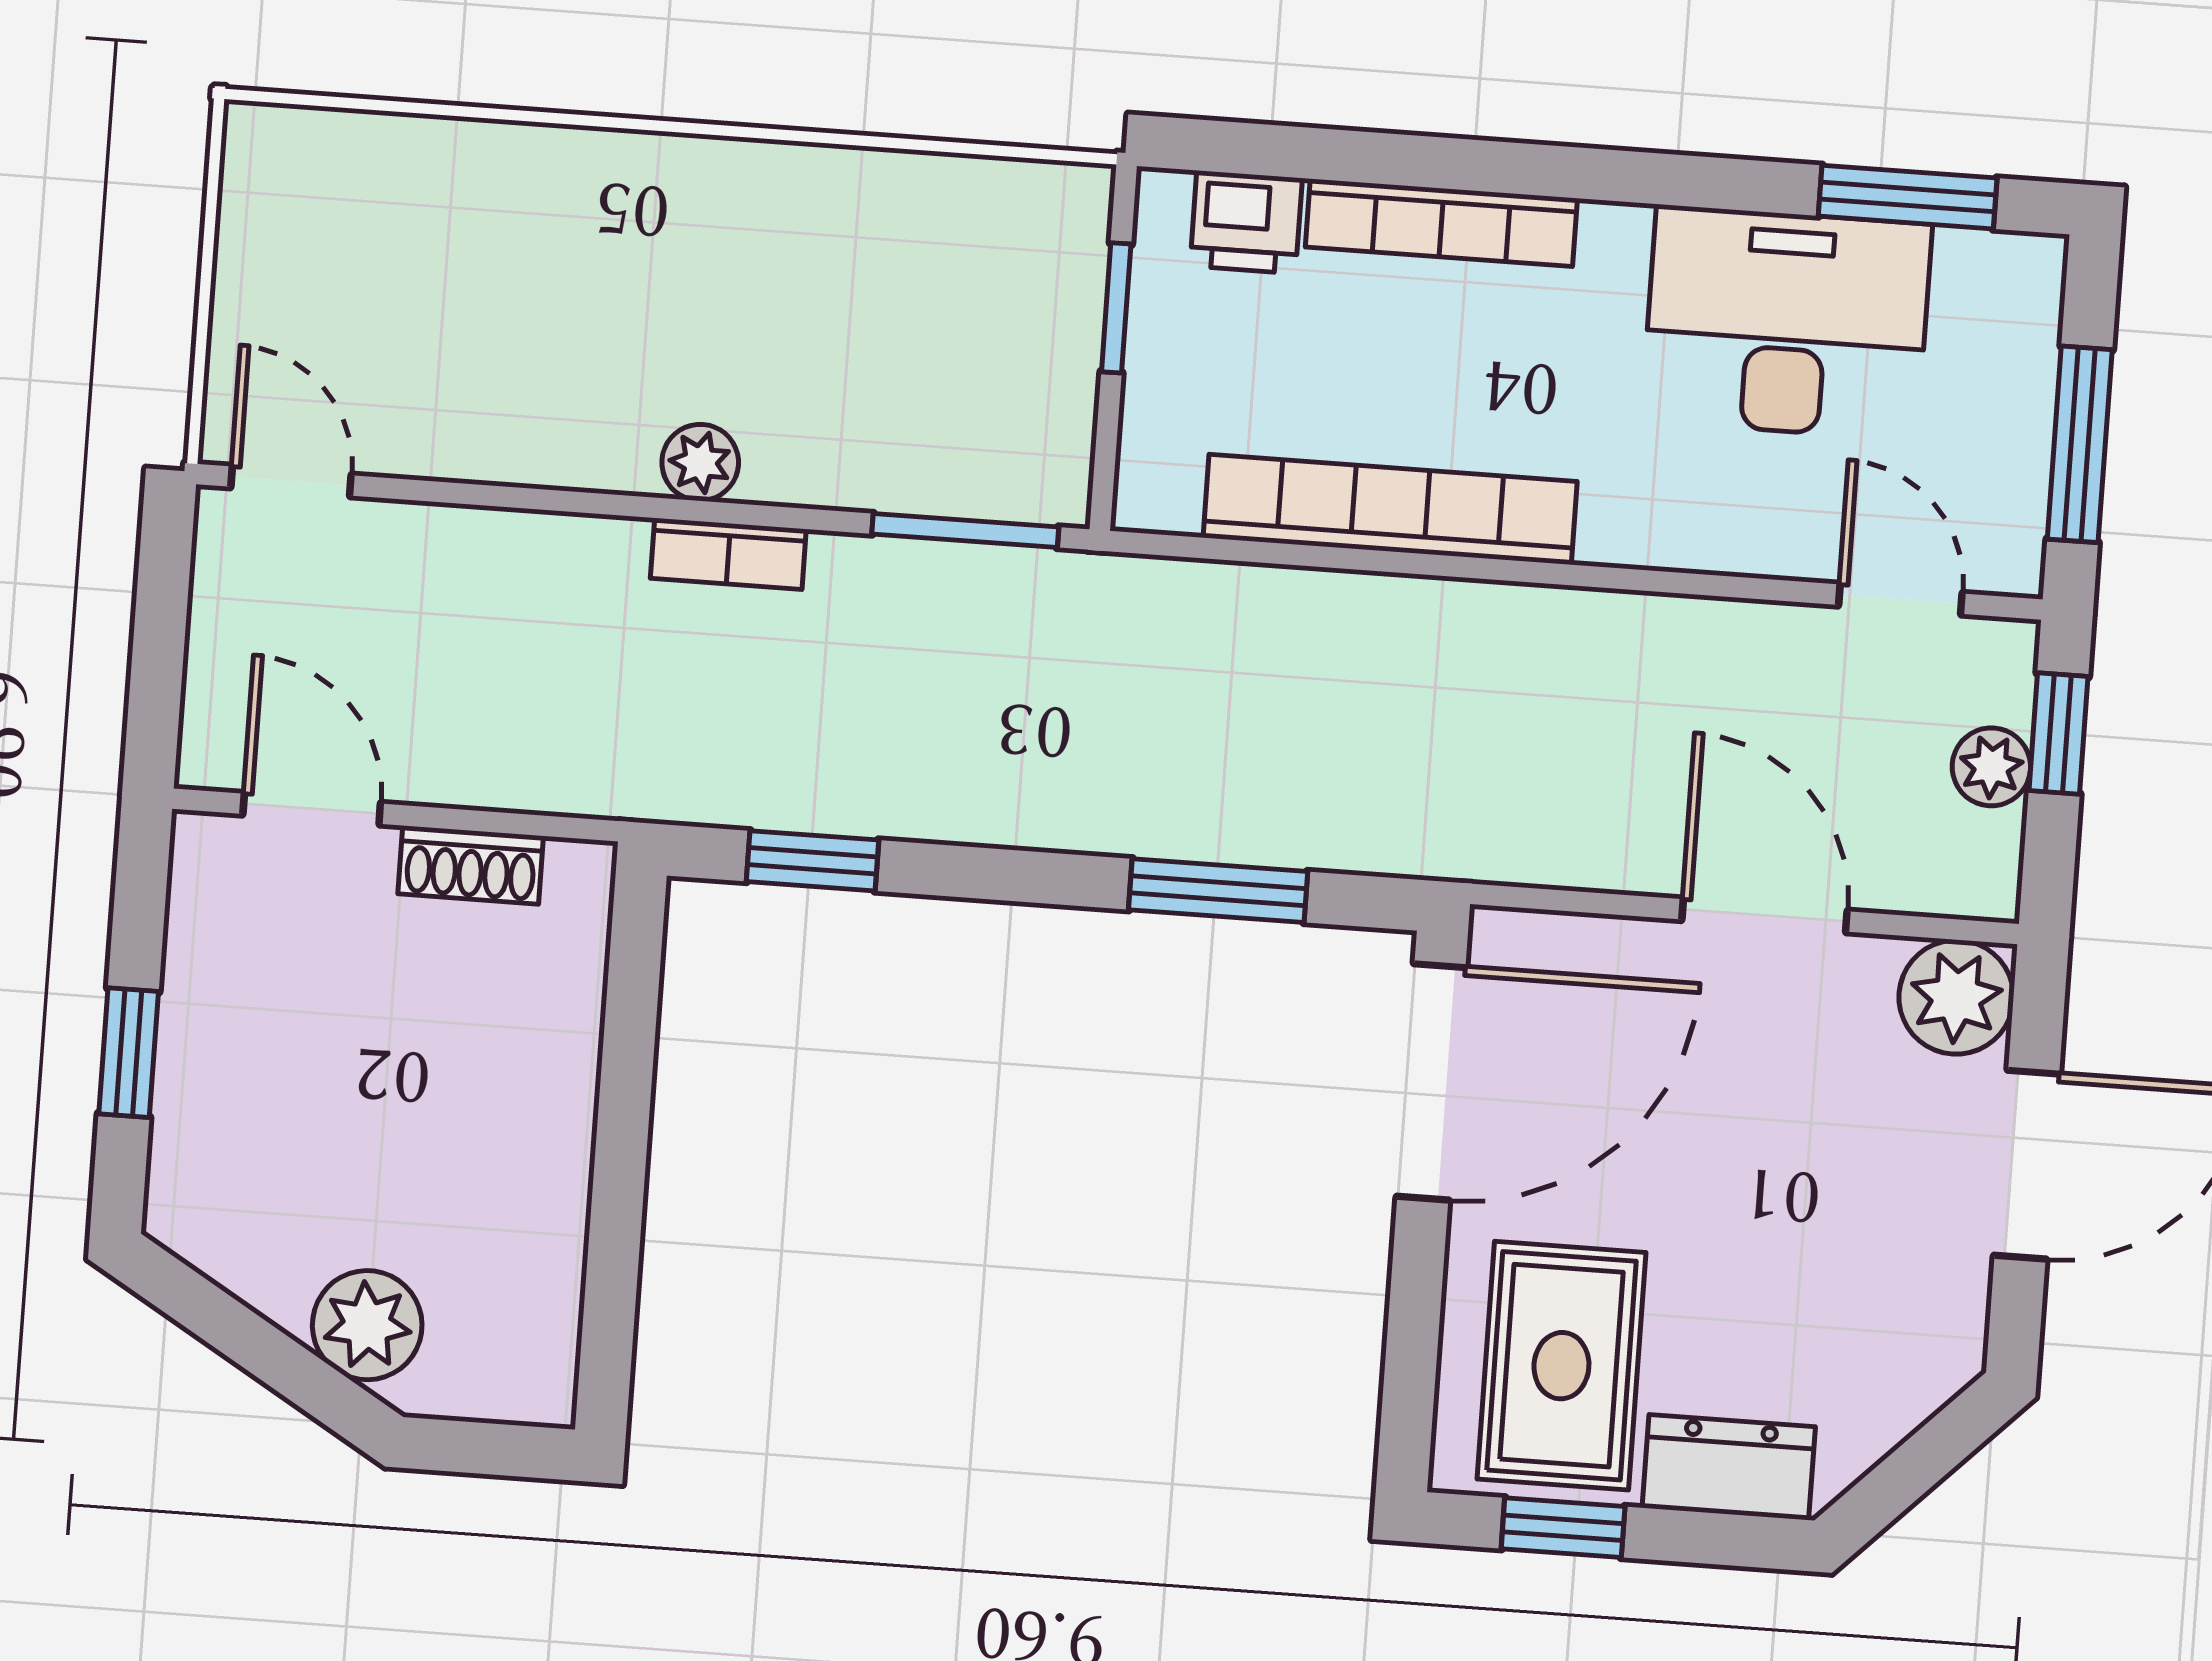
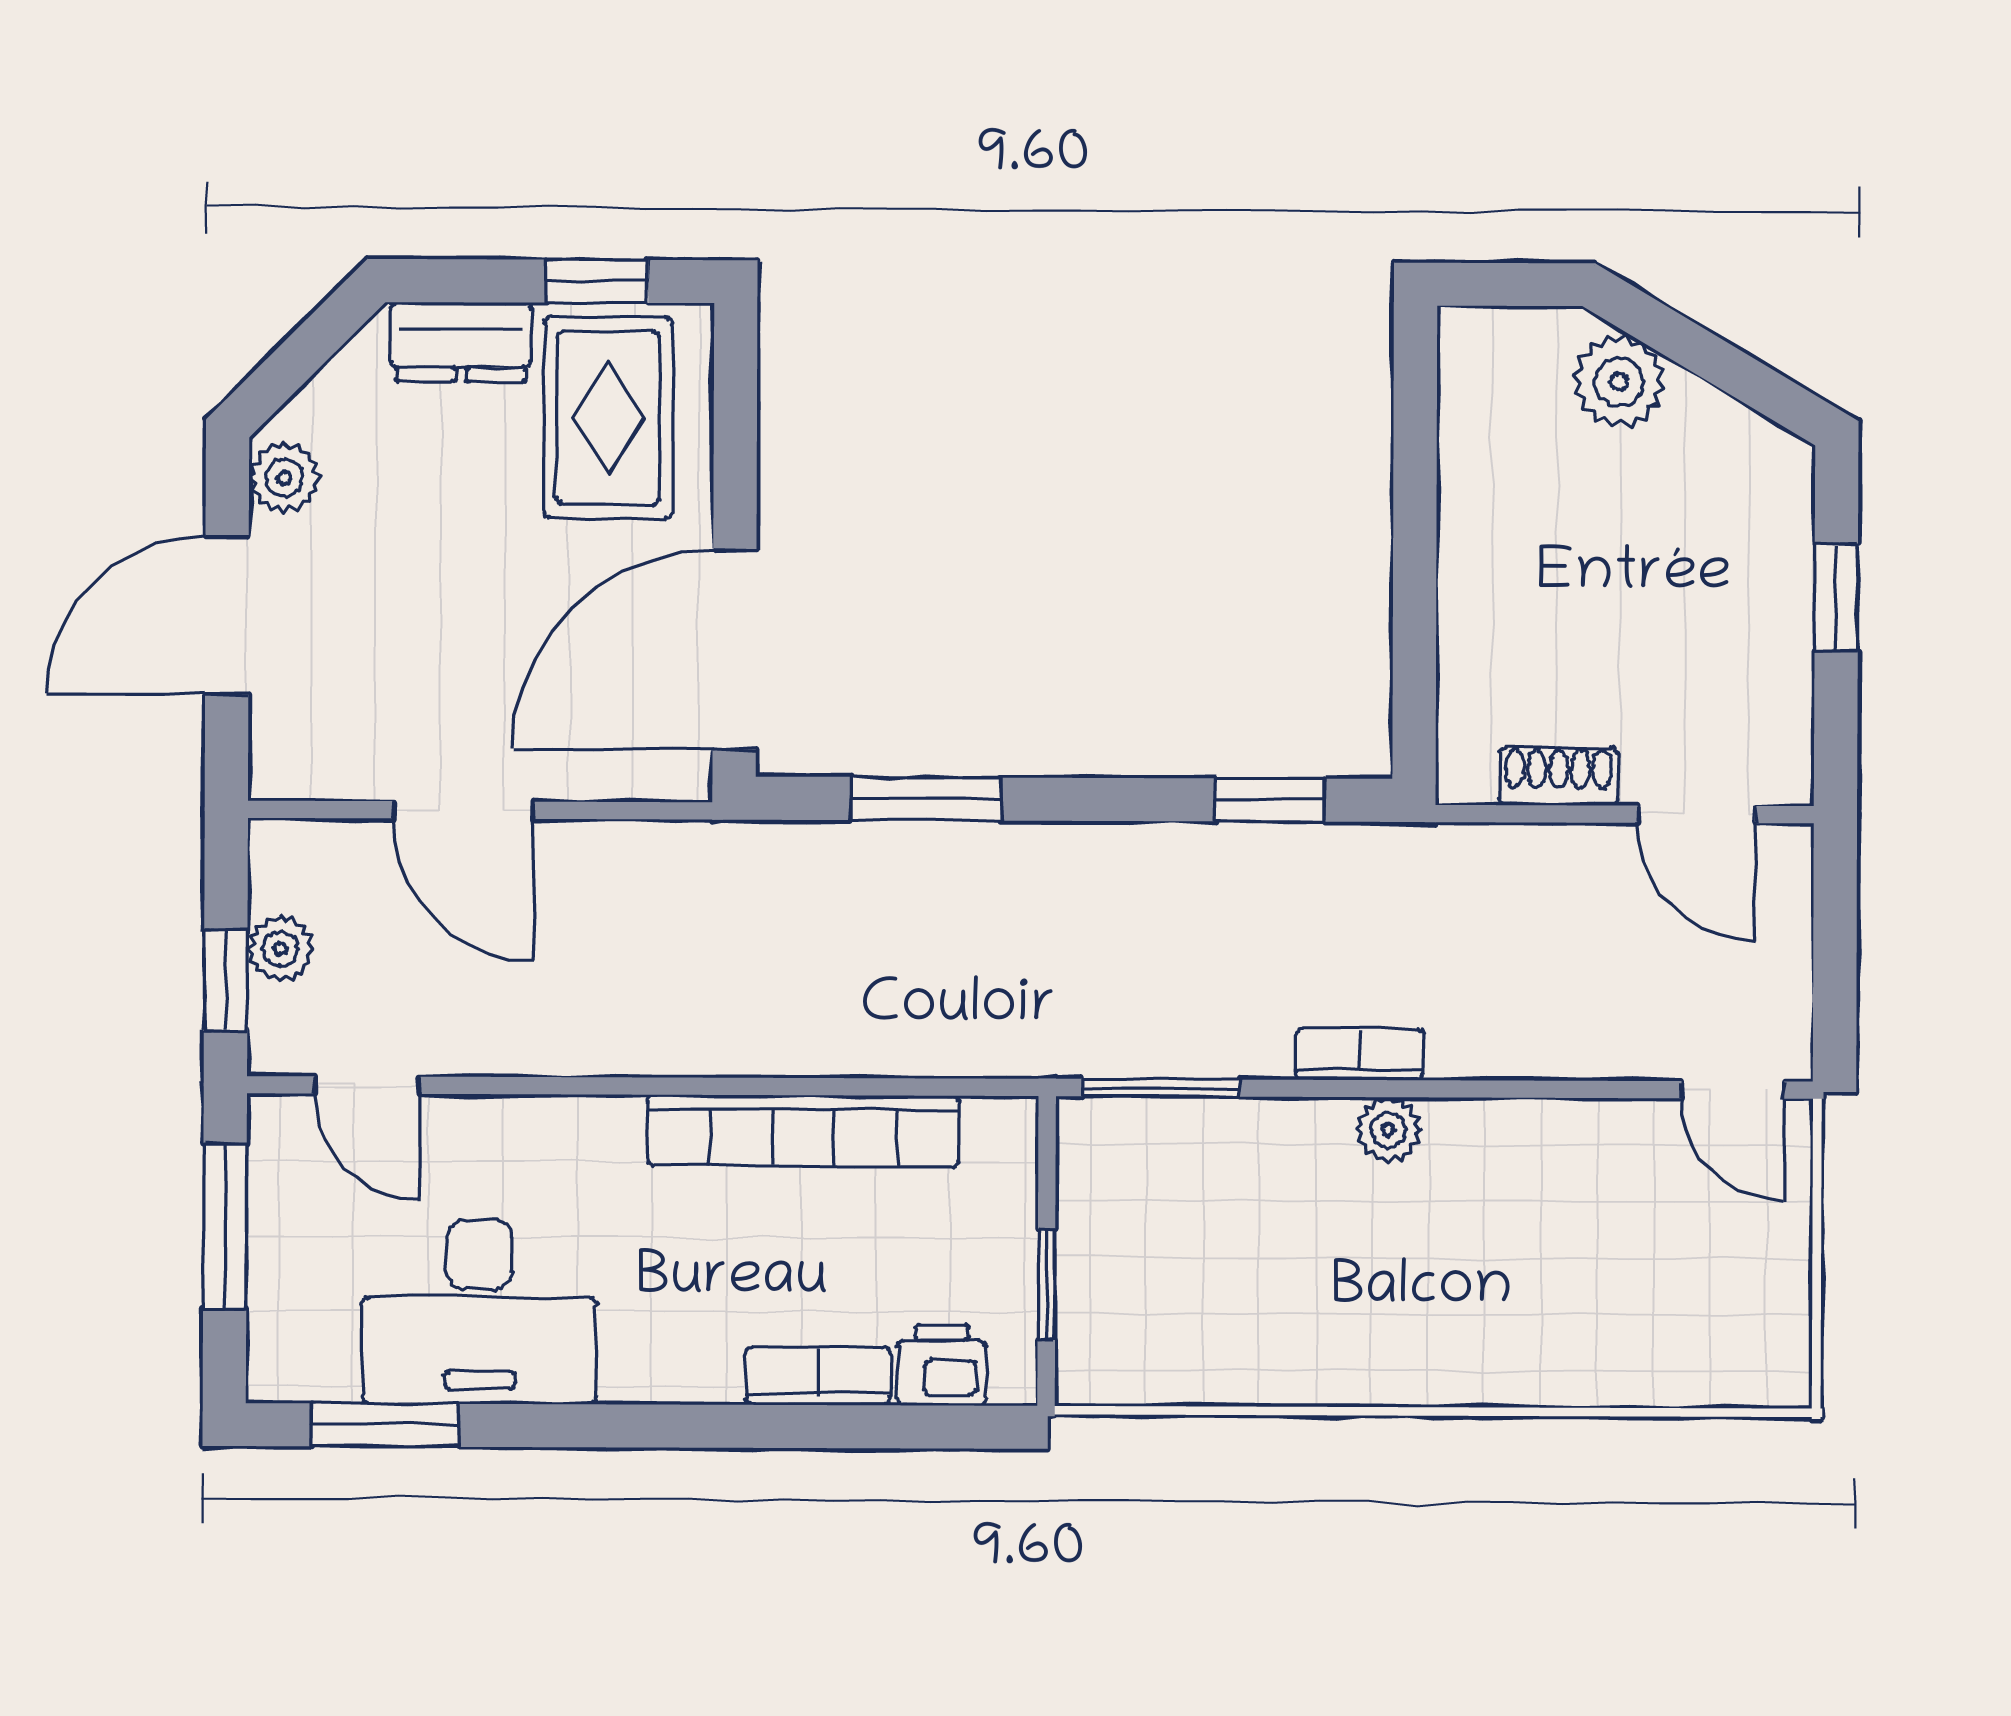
bookcase: (1441, 223) -> (818, 1376), width x0.64
plant: (1956, 997) -> (284, 478), moved, width x0.73, depth x0.73

